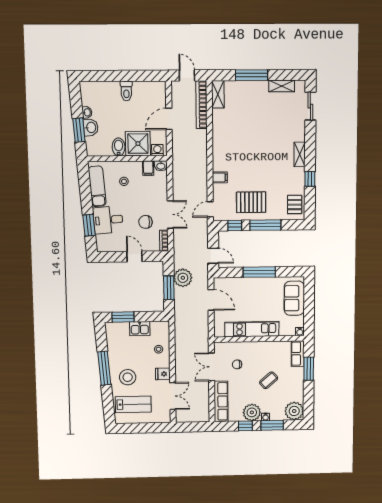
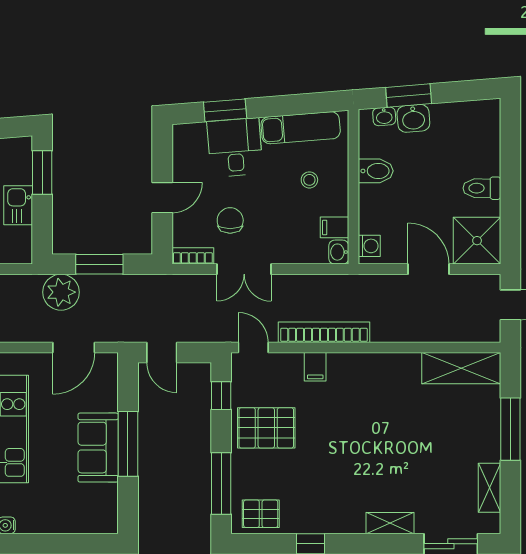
shelving: (218, 94) -> (461, 368), width x1.50, depth x1.33
bookcase: (202, 105) -> (324, 332), moved
washbasin: (87, 112) -> (384, 116), moved
shower: (138, 144) -> (477, 241), moved
shelving: (300, 154) -> (390, 523), moved
pallet: (251, 202) -> (266, 428), turned 90
window: (265, 225) -> (221, 484), moved
door: (213, 256) -> (162, 352), hinge flipped
plant: (183, 278) -> (61, 292), moved
sofa: (294, 298) -> (98, 448), moved, turned -90

